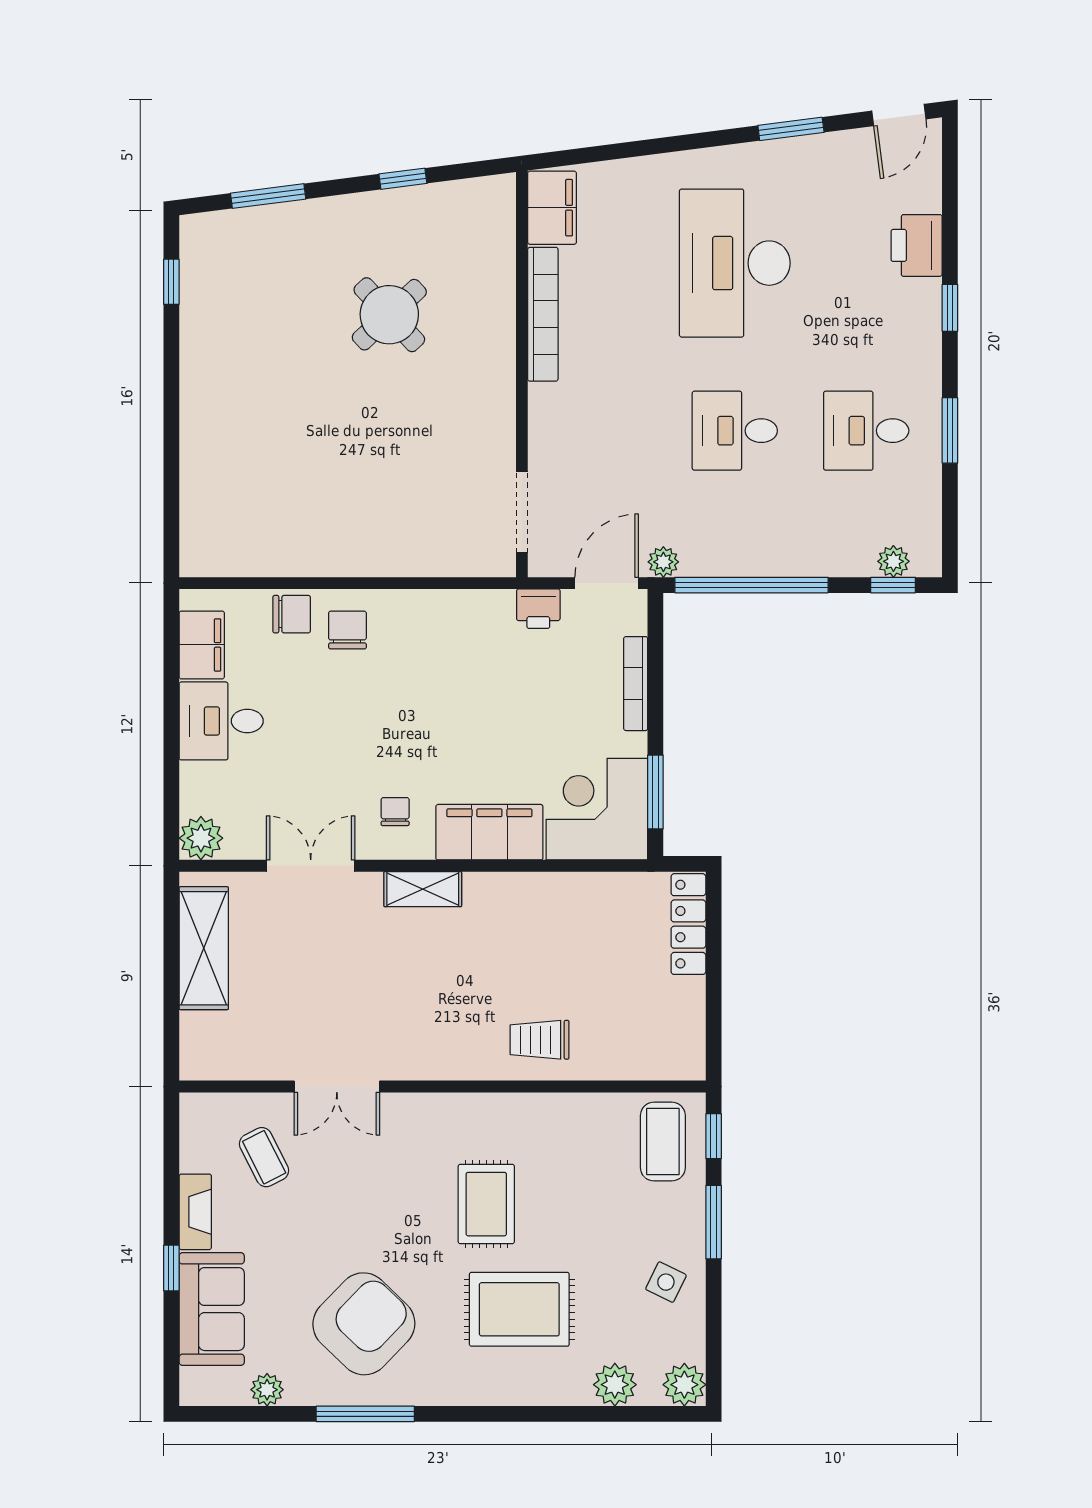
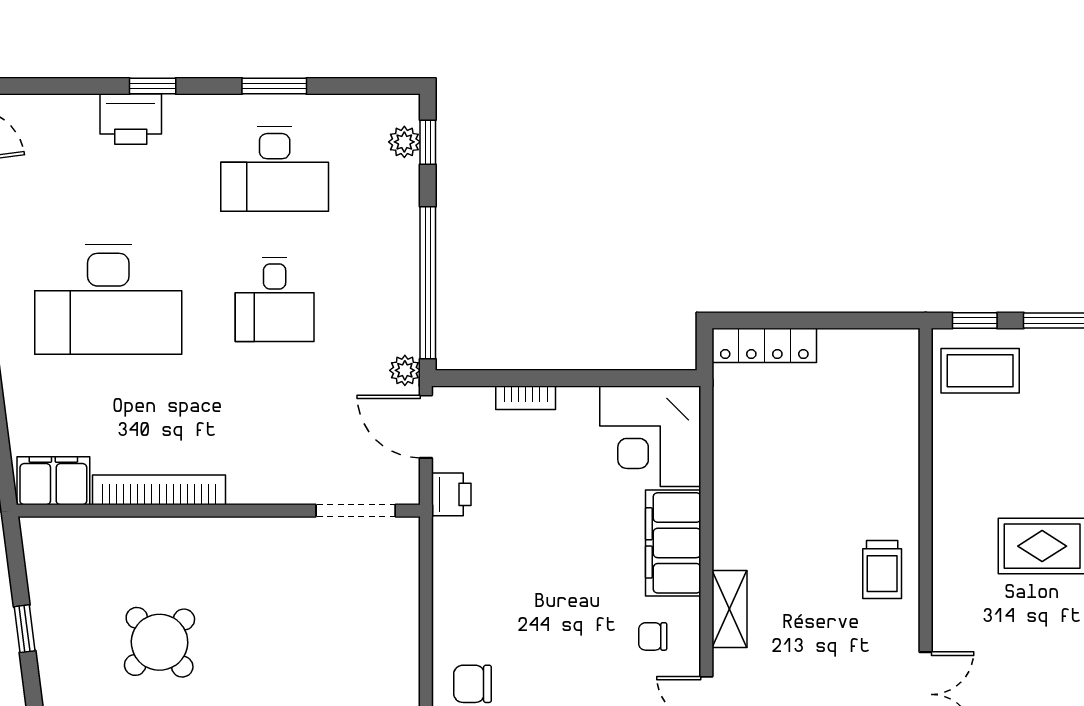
printer: (917, 245) -> (131, 119), moved
desk: (866, 431) -> (275, 169), width x1.37
bookcase: (636, 684) -> (526, 398), width x0.64
window: (655, 792) -> (633, 378), removed
trolley: (540, 1040) -> (882, 570), moved

